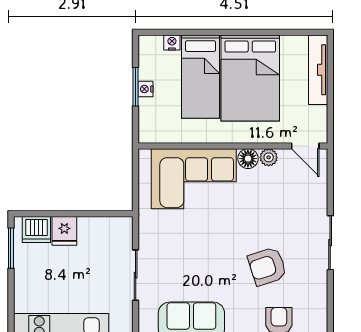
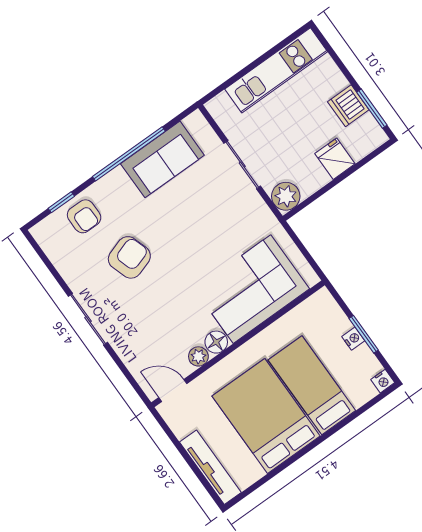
nightstand: (172, 42) -> (383, 381), moved
dishwasher: (36, 229) -> (348, 106), moved, turned -90
plant: (120, 229) -> (286, 196), added

